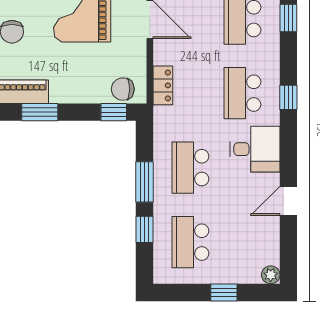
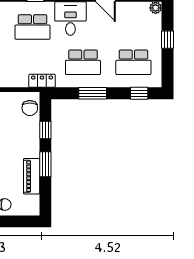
locker: (163, 85) -> (42, 81), moved
window: (114, 112) -> (45, 130), moved
window: (144, 229) -> (139, 93), moved

